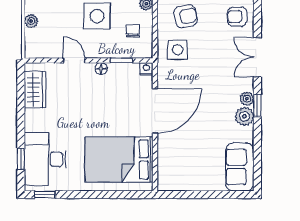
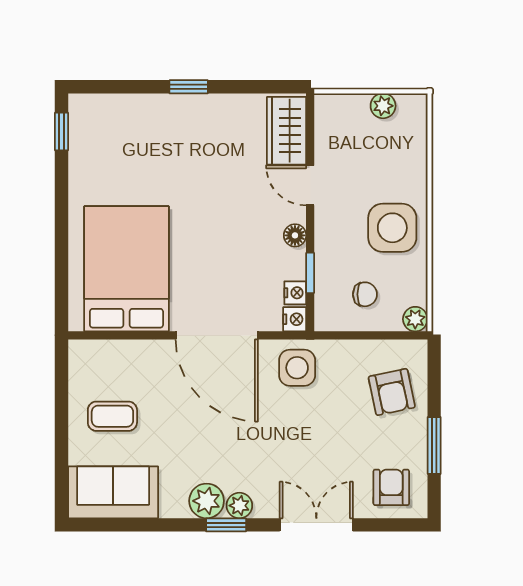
side table: (178, 50) -> (297, 368), moved
door: (74, 60) -> (310, 185), swing flipped
nightstand: (132, 68) -> (295, 293), added
wardrobe: (35, 90) -> (287, 131), moved, turned 90
window: (21, 159) -> (189, 87), moved
desk: (45, 159) -> (127, 132), removed
coffee table: (199, 167) -> (112, 416), added

